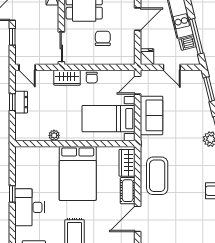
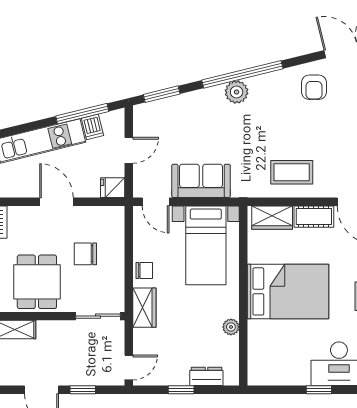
dresser: (21, 102) -> (206, 376), moved
coffee table: (157, 176) -> (292, 172), width x0.73, depth x0.76

